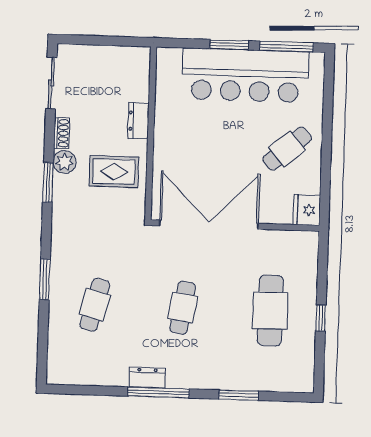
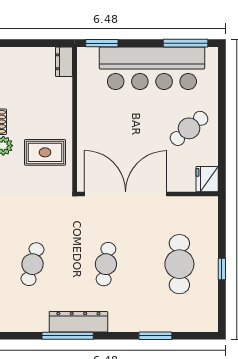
window: (229, 45) -> (102, 43), moved
dresser: (138, 121) -> (64, 62), moved
dresser: (147, 378) -> (78, 322), width x1.96, depth x1.24
window: (158, 393) -> (68, 336), moved

